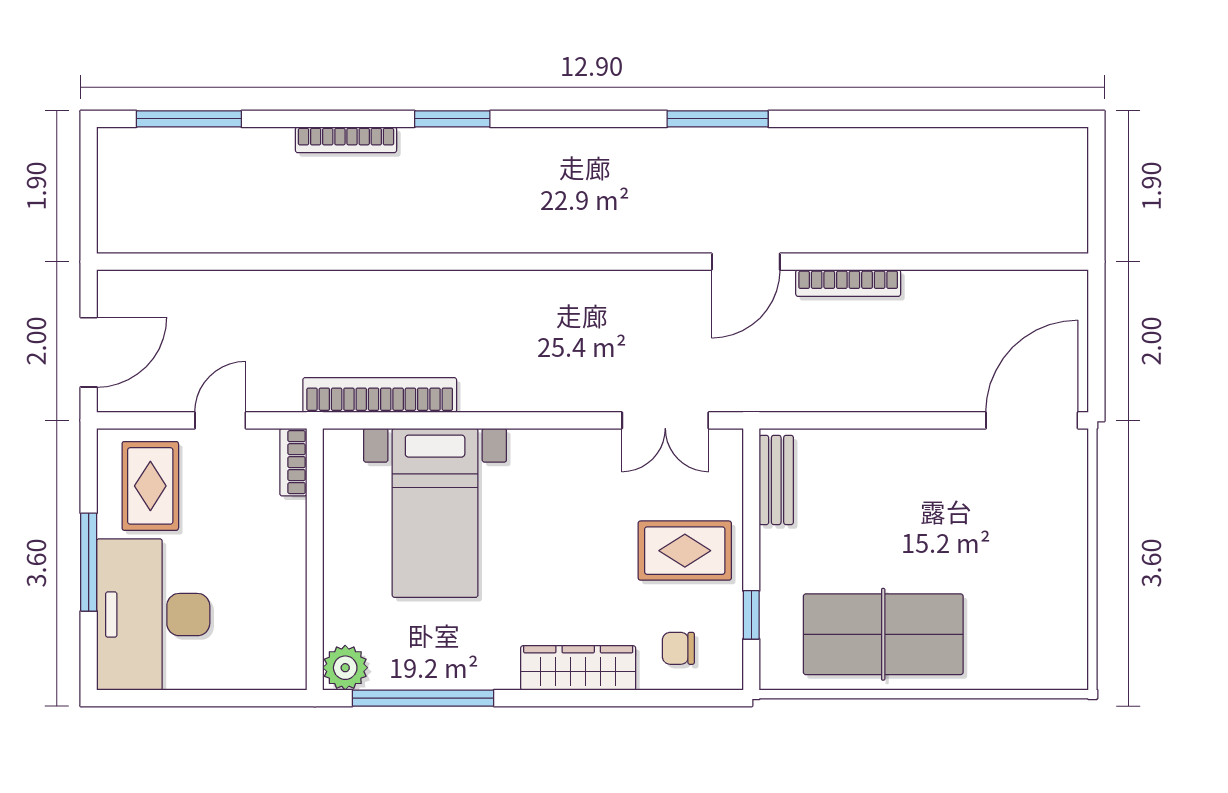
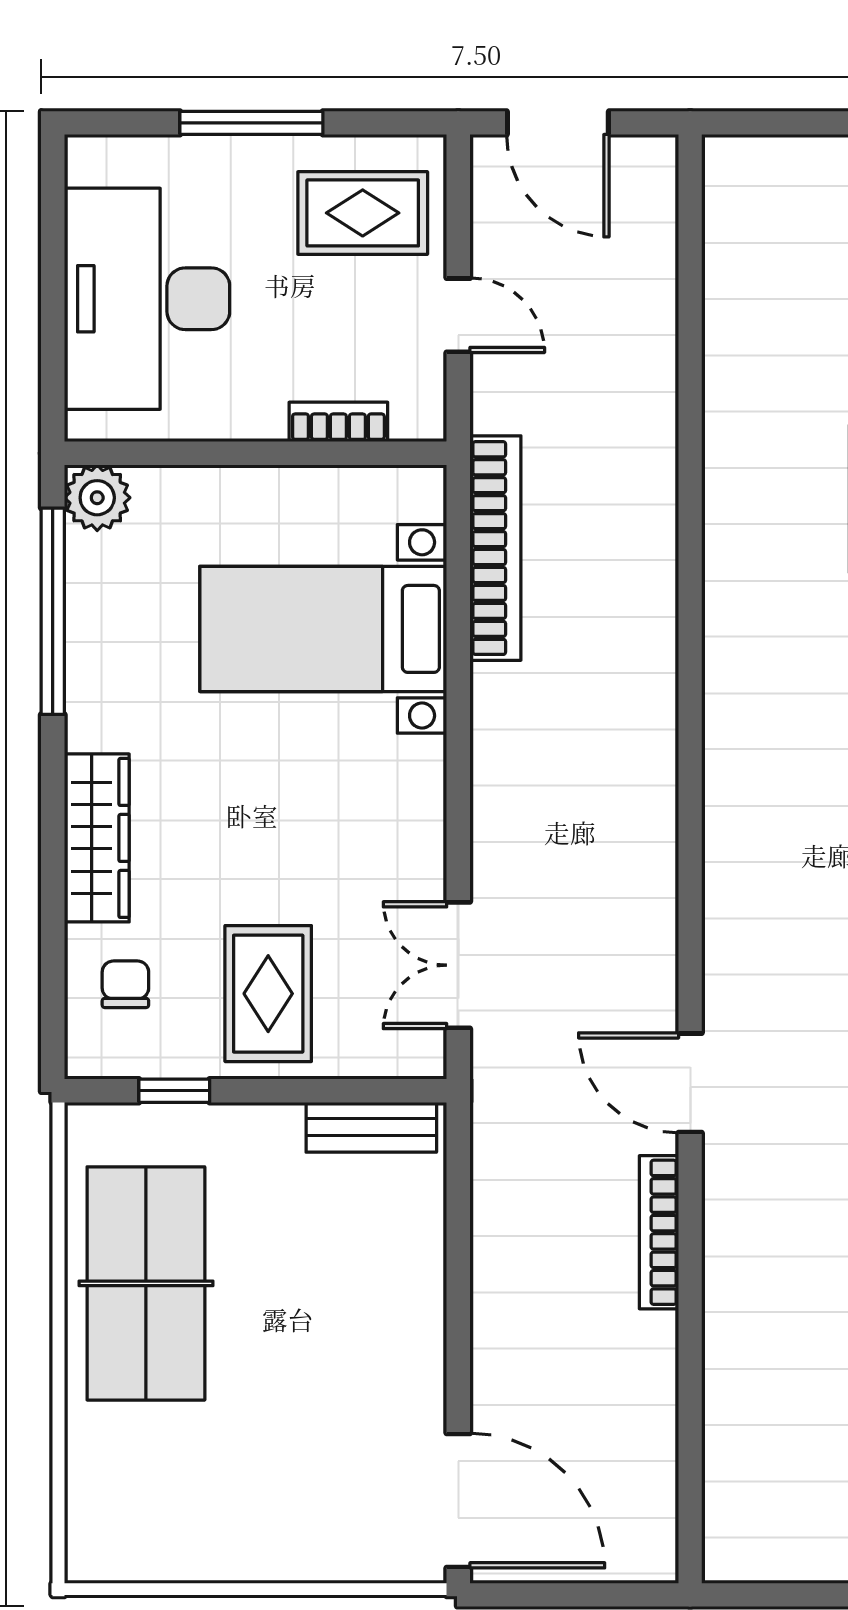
bookcase: (293, 462) -> (338, 422), moved
desk: (153, 615) -> (147, 299), moved, turned -90

